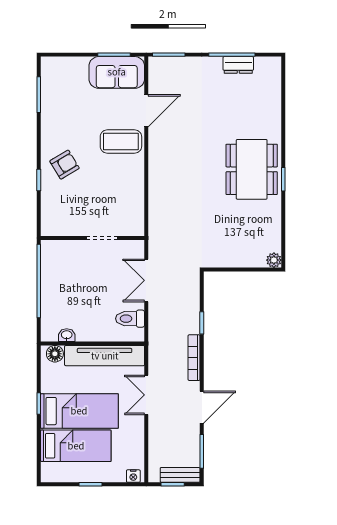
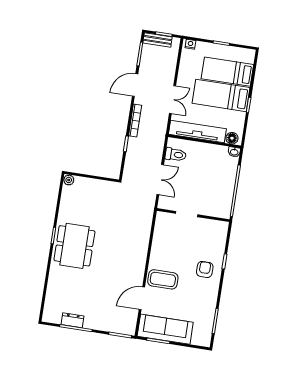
sofa: (117, 72) -> (165, 329), width x1.36
armchair: (65, 165) -> (205, 269), turned 121
washbasin: (67, 335) -> (234, 152), moved

